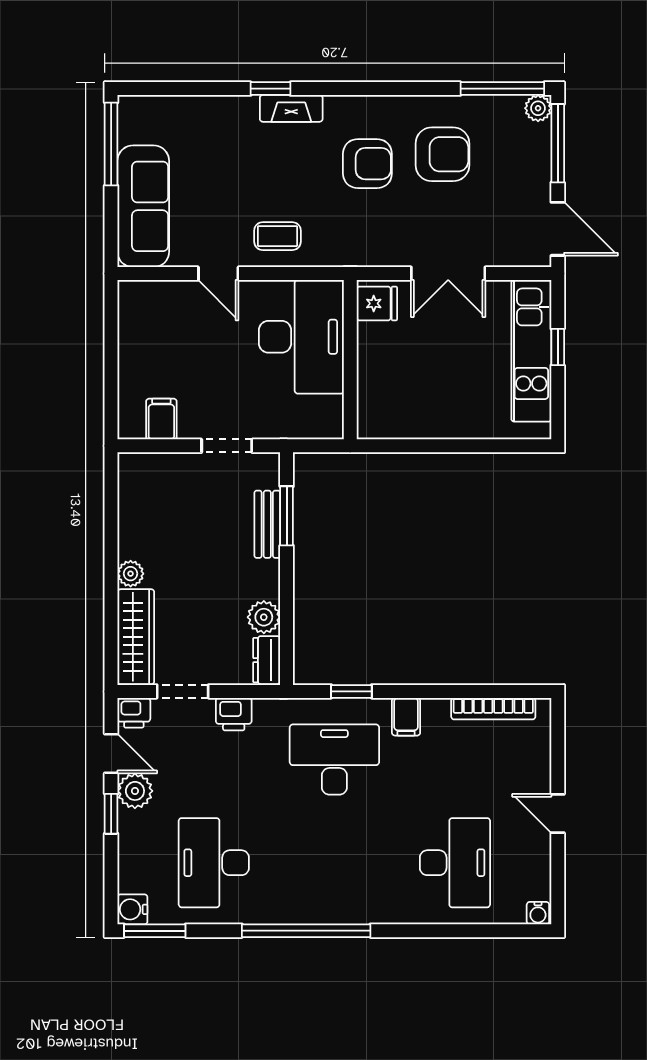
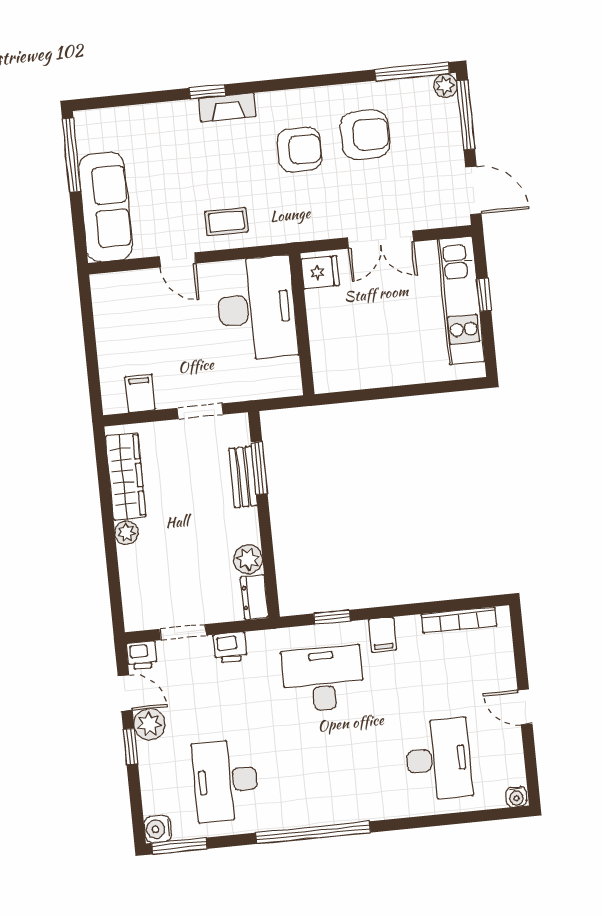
wardrobe: (136, 637) -> (126, 476), moved

